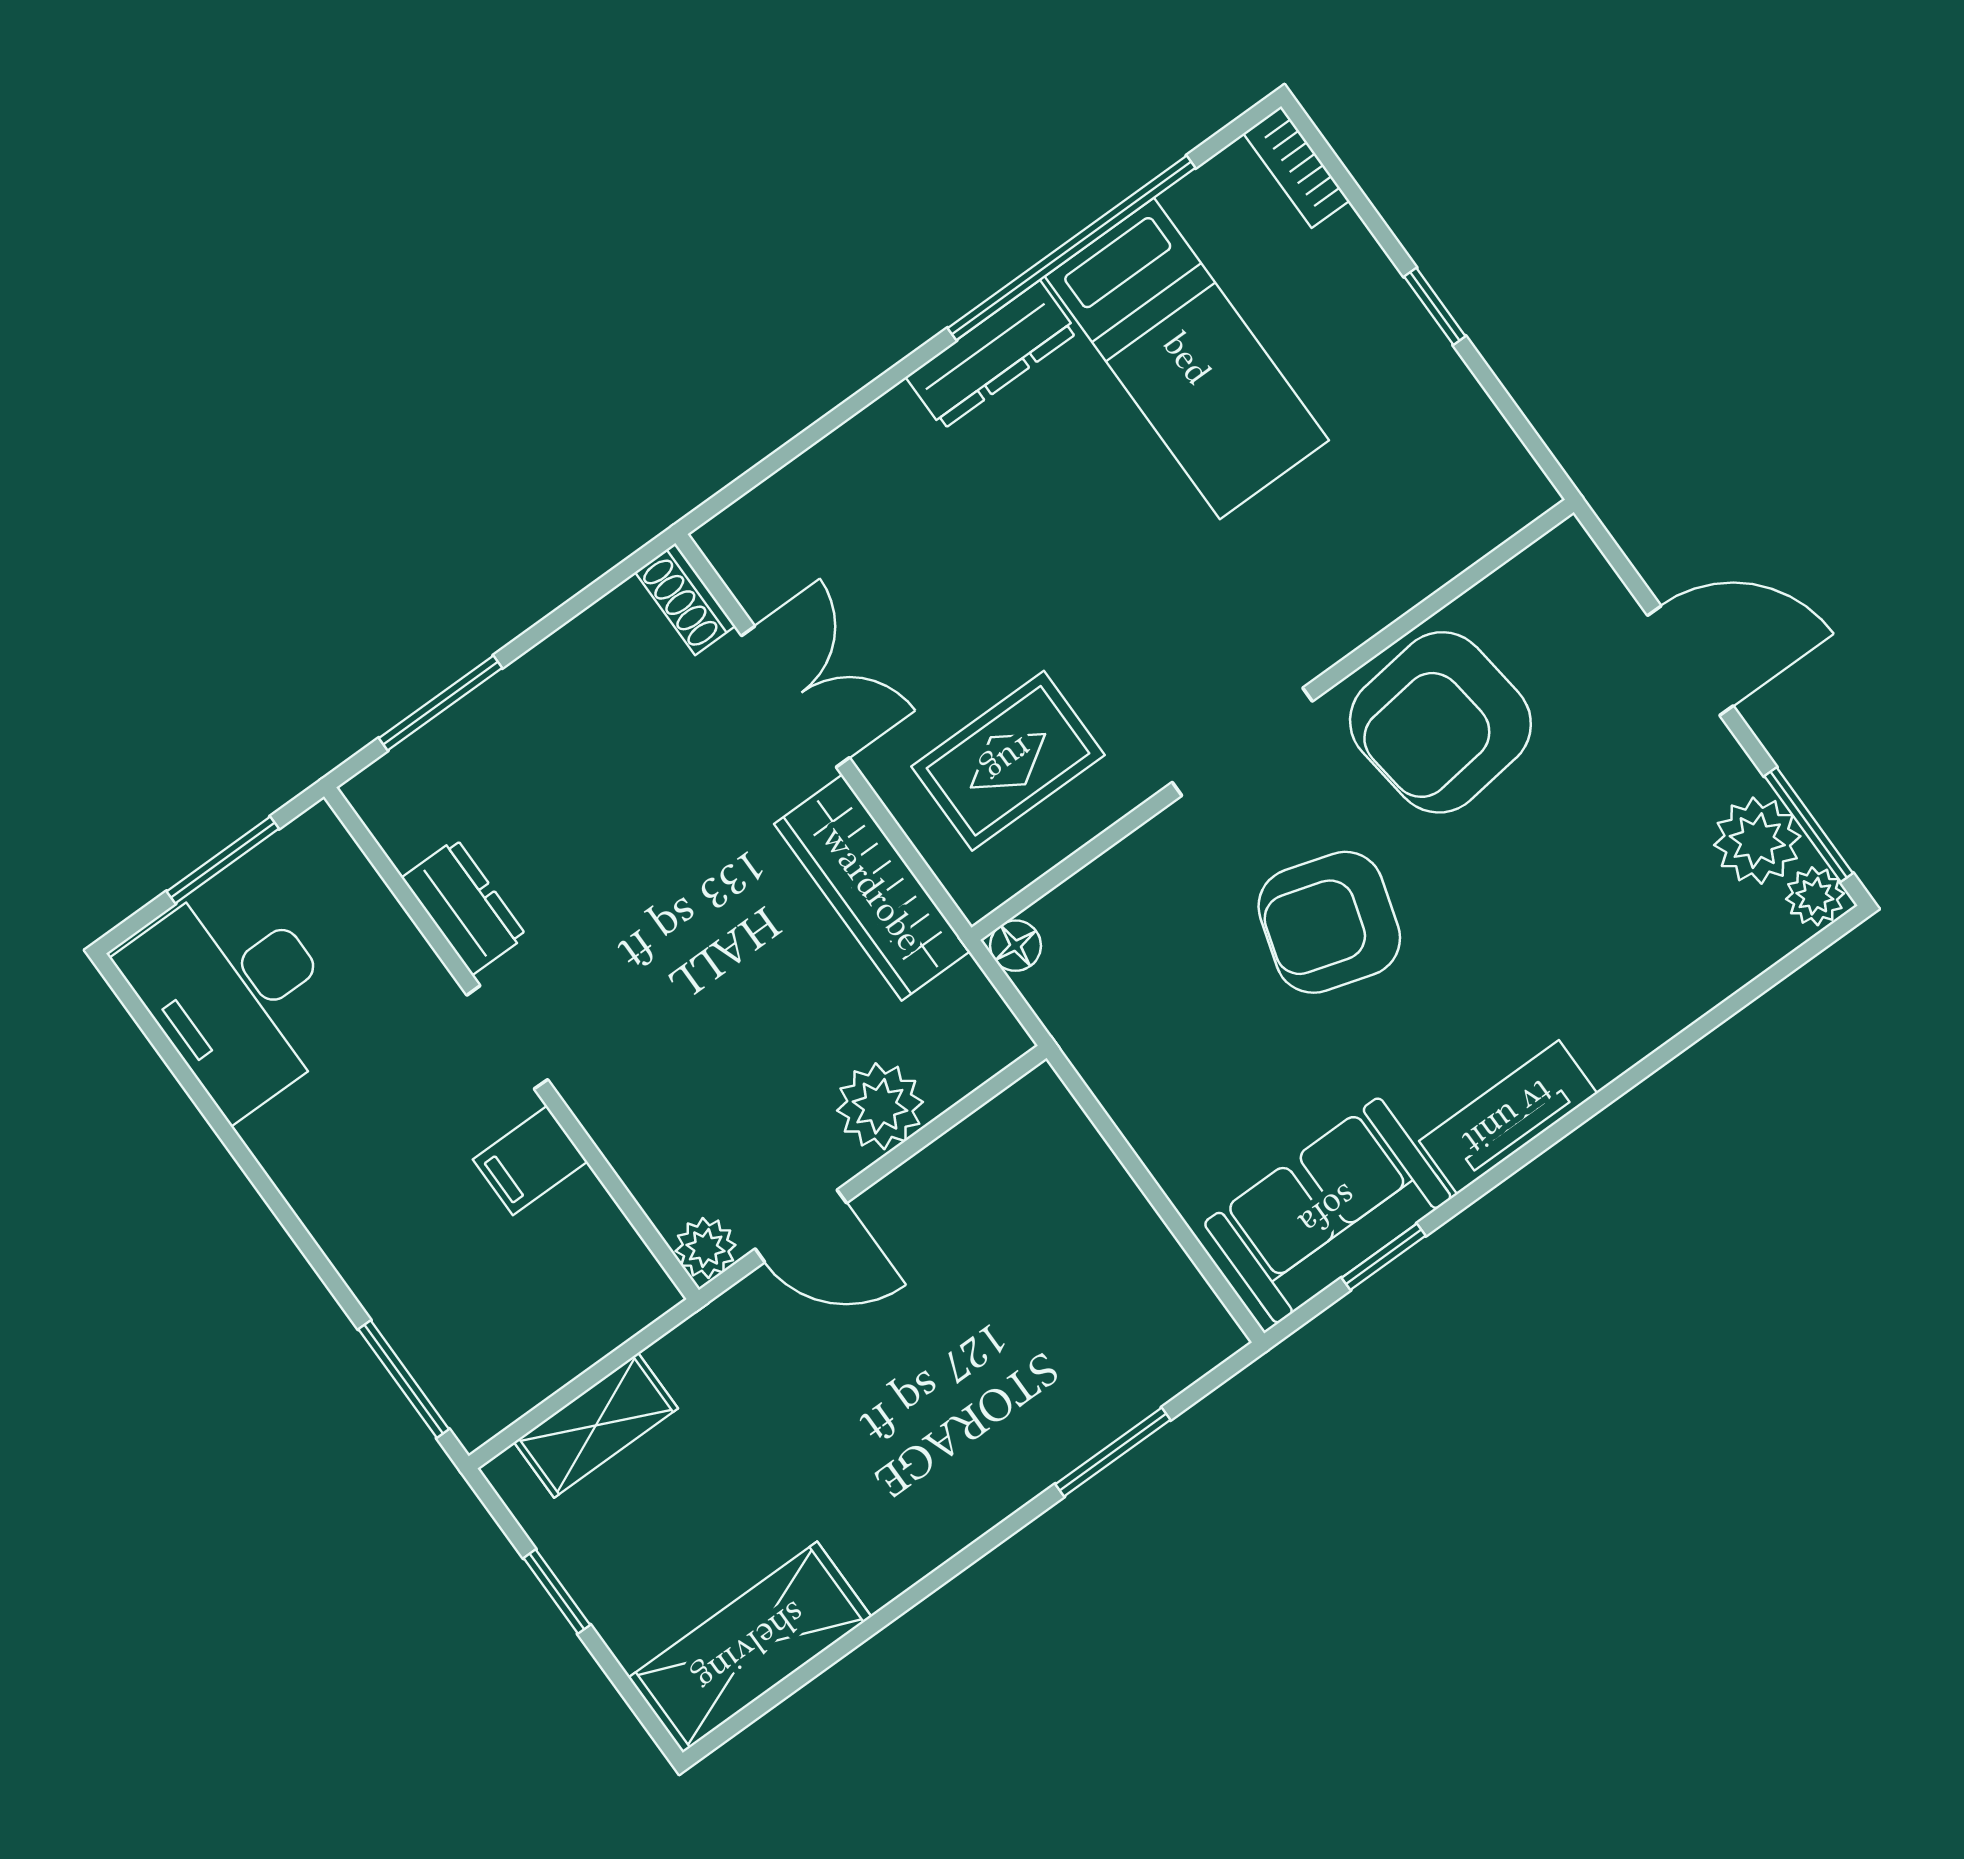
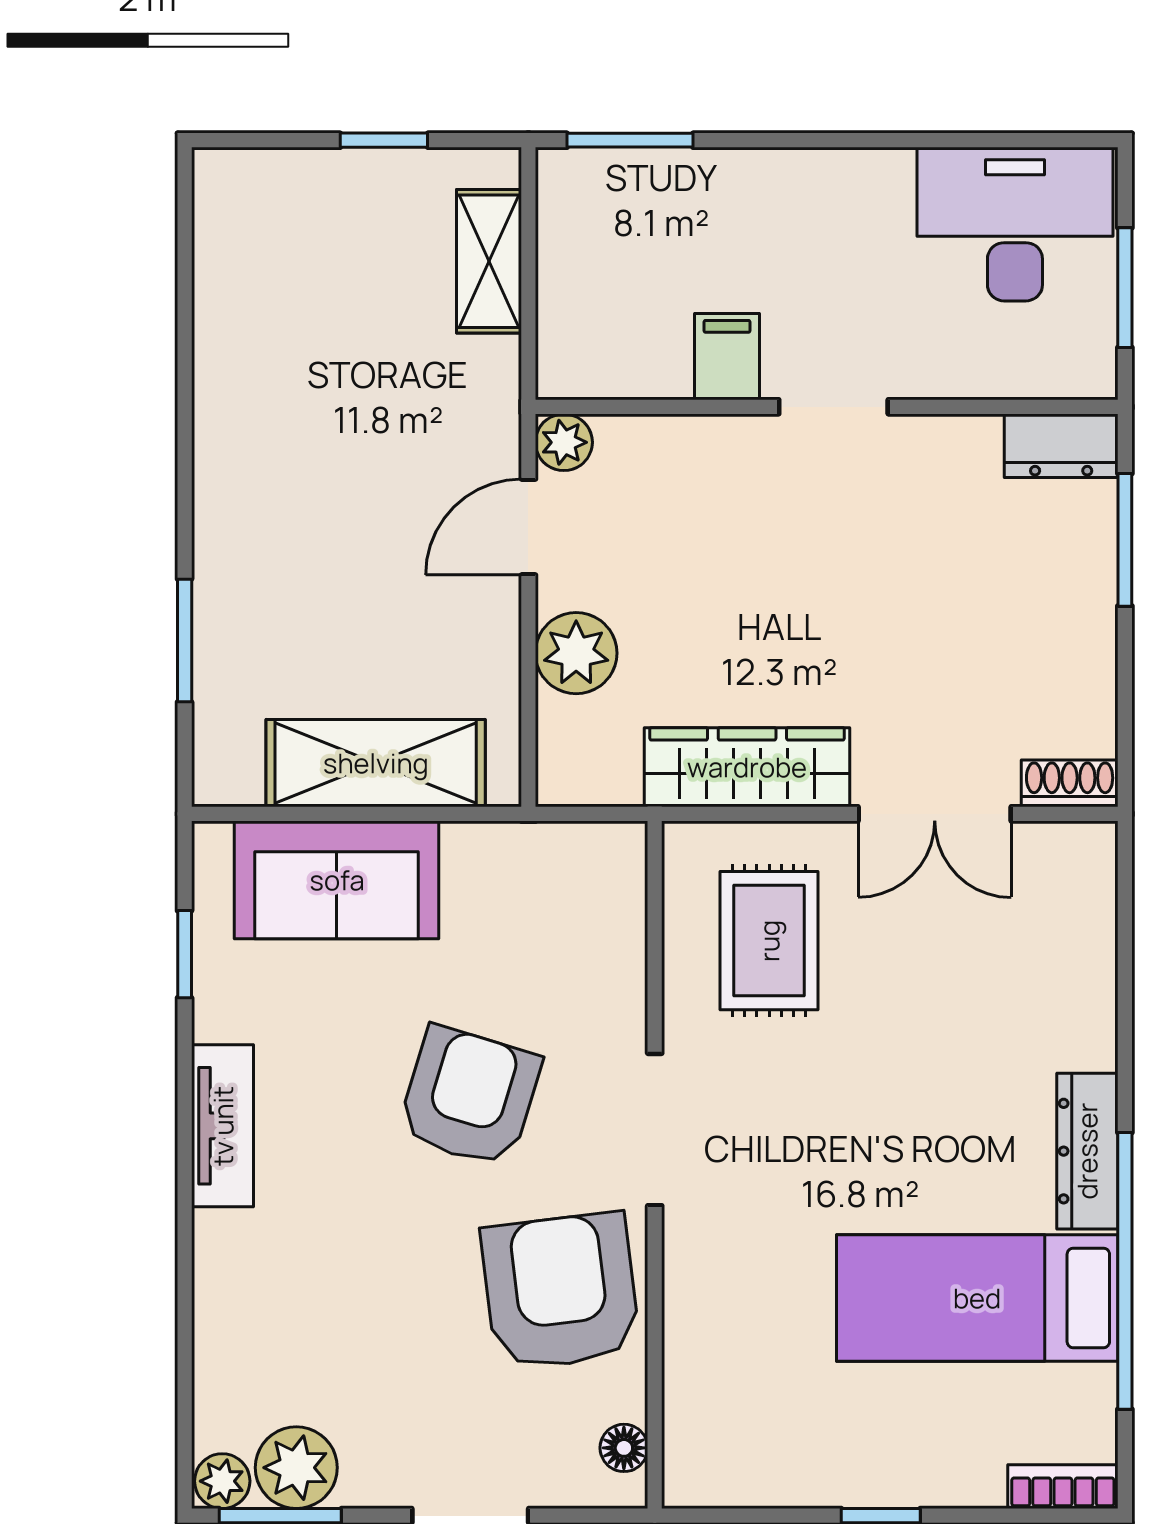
dresser: (464, 907) -> (1061, 446), moved
floor lamp: (1015, 946) -> (624, 1448), moved
sofa: (1328, 1210) -> (337, 880), moved, turned 90
shelving: (750, 1647) -> (376, 763), moved, turned 90

